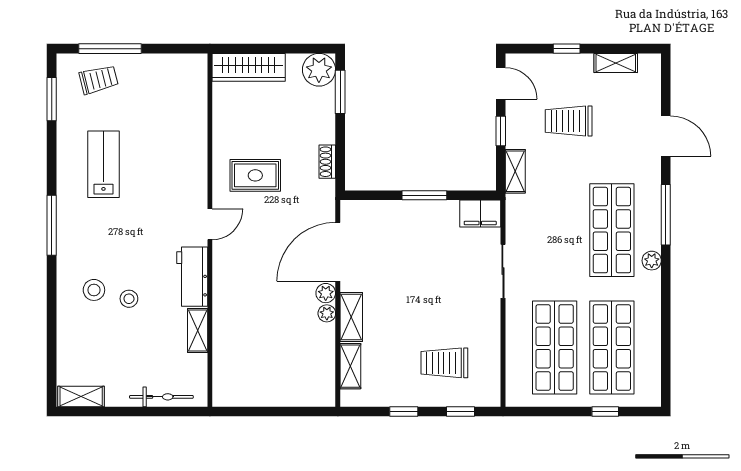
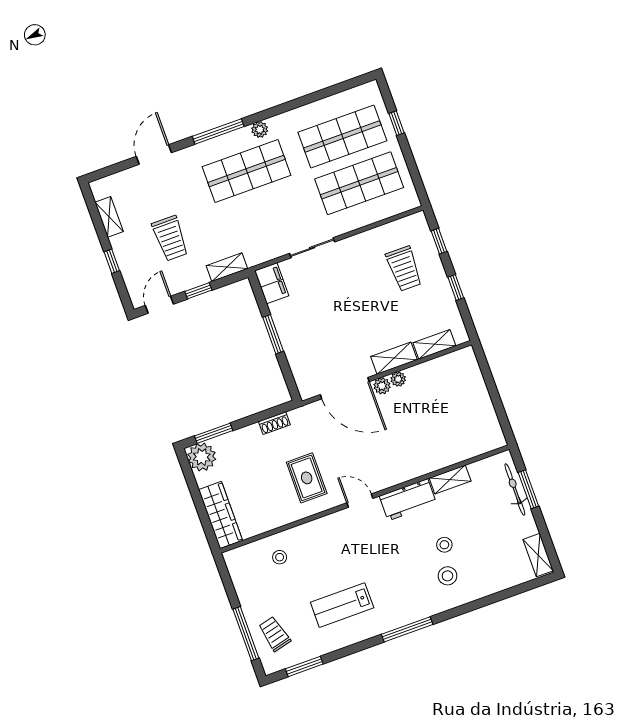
stool: (180, 115) -> (280, 557), added
window: (156, 412) -> (528, 489), added

